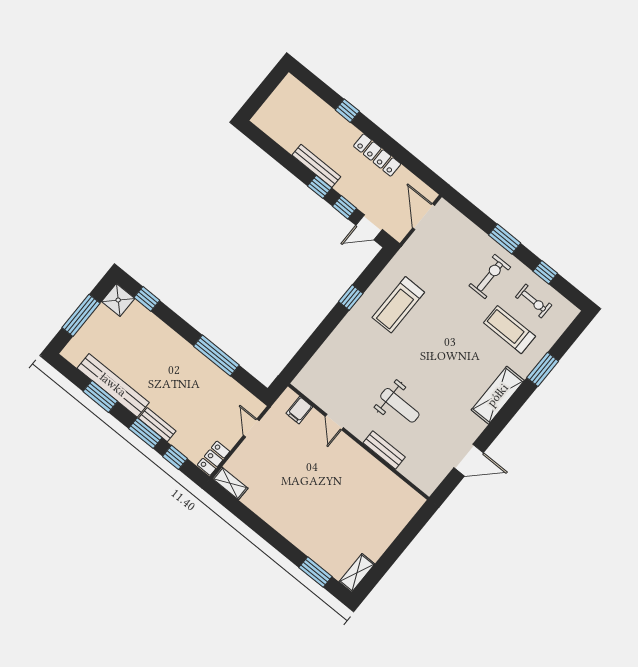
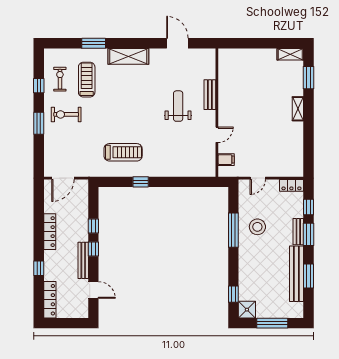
locker: (303, 95) -> (50, 300), added
door: (369, 227) -> (93, 290), moved
treadmill: (509, 330) -> (87, 80), turned 180
stool: (199, 384) -> (257, 227), added
shelving: (230, 483) -> (298, 109), moved

